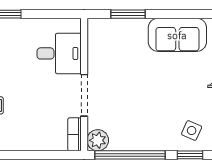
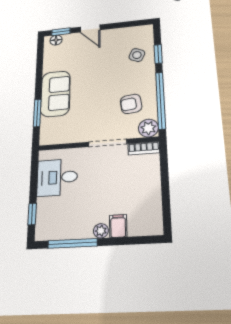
sofa: (177, 35) -> (55, 94), moved
desk: (59, 53) -> (57, 177), moved, turned -90
armchair: (129, 122) -> (131, 104), added

